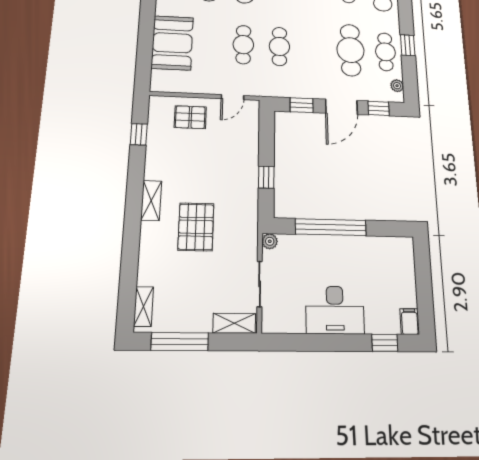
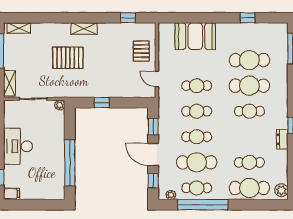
window: (408, 45) -> (203, 205), width x3.17
cafe table: (315, 48) -> (197, 137), added
window: (331, 227) -> (70, 163), moved

